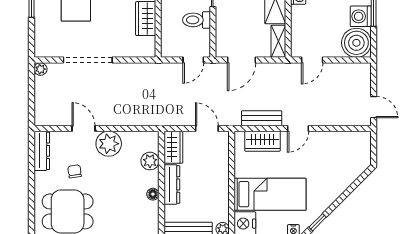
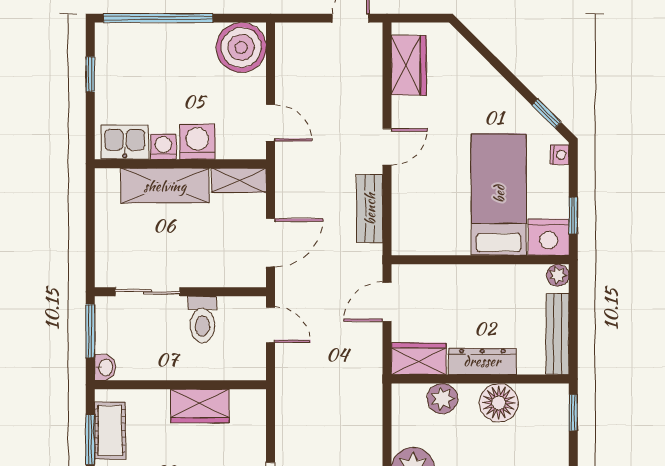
washing machine: (361, 16) -> (197, 142), moved, turned 180
door: (242, 60) -> (271, 243), hinge flipped
door: (298, 129) -> (387, 147), hinge flipped
wardrobe: (263, 141) -> (409, 65), moved
floor lamp: (153, 194) -> (499, 403), width x1.89, depth x1.89

